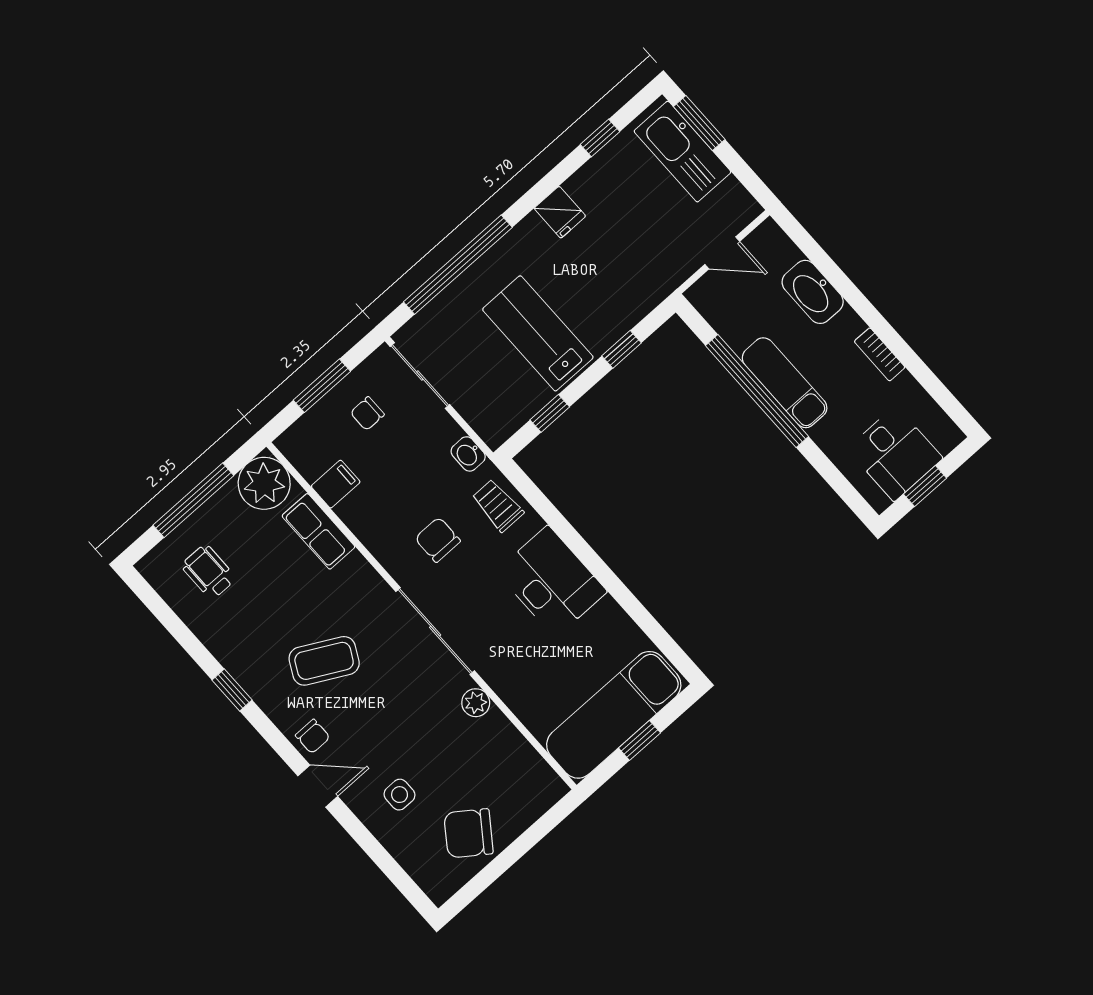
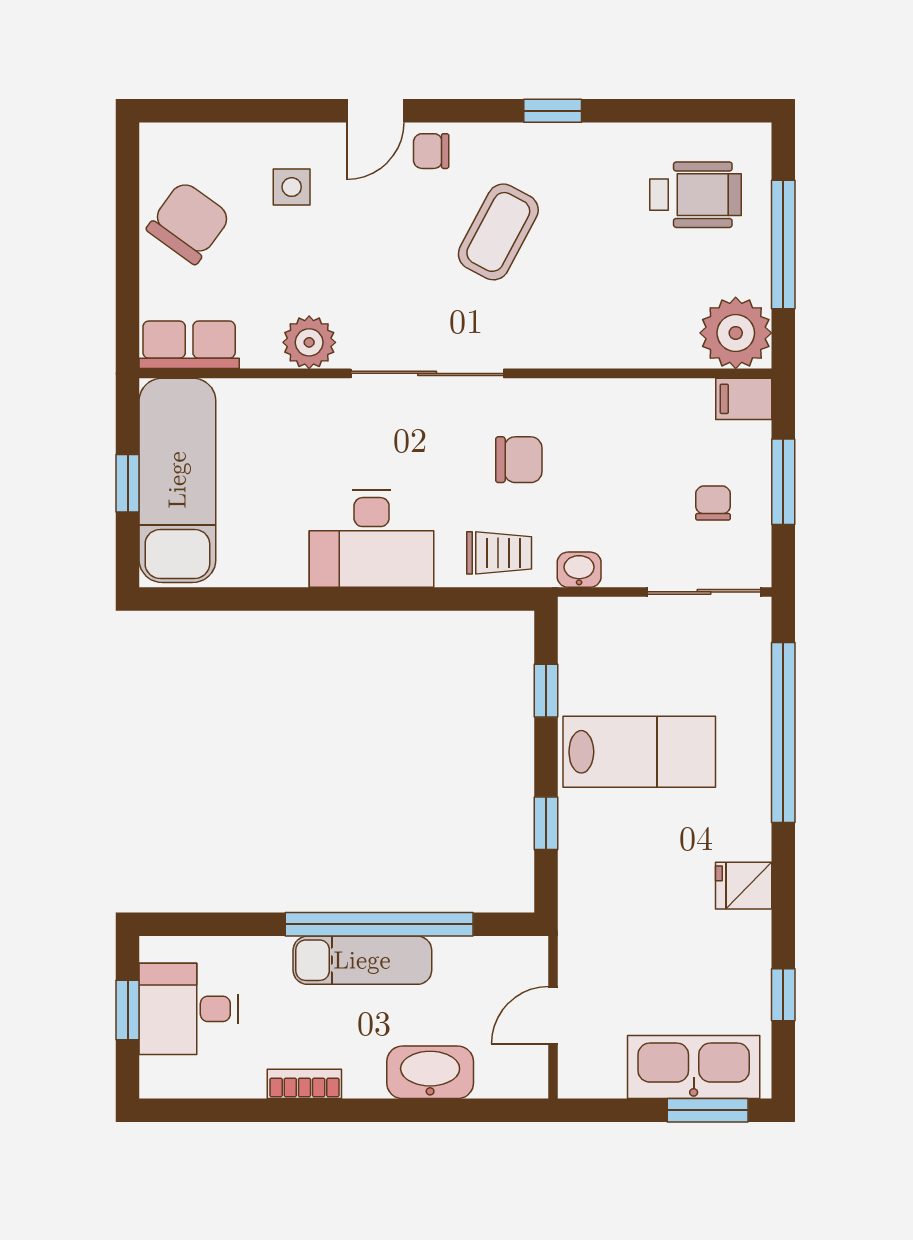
filing cabinet: (336, 484) -> (744, 399), moved, turned 90
row of seats: (318, 531) -> (189, 345), moved
wheelchair: (209, 572) -> (696, 195), width x1.36, depth x1.37
plant: (476, 703) -> (309, 342), width x1.38, depth x1.38

